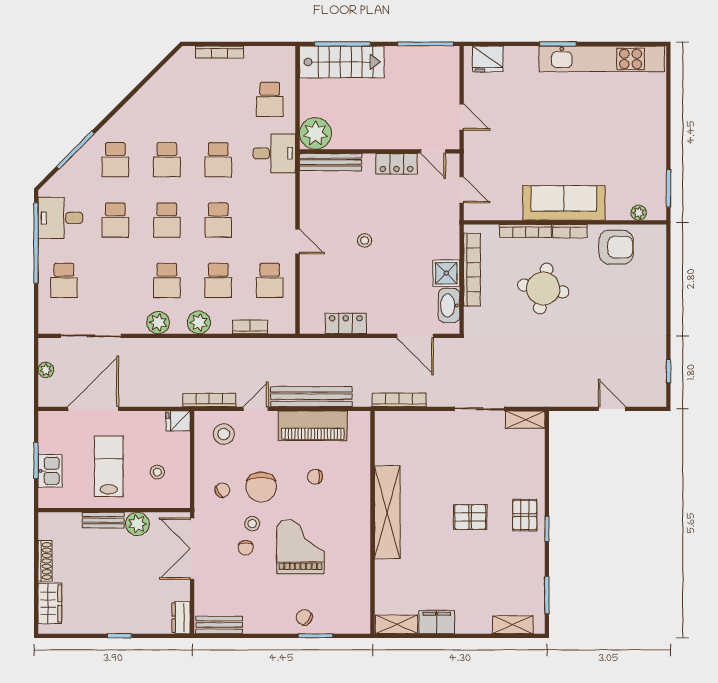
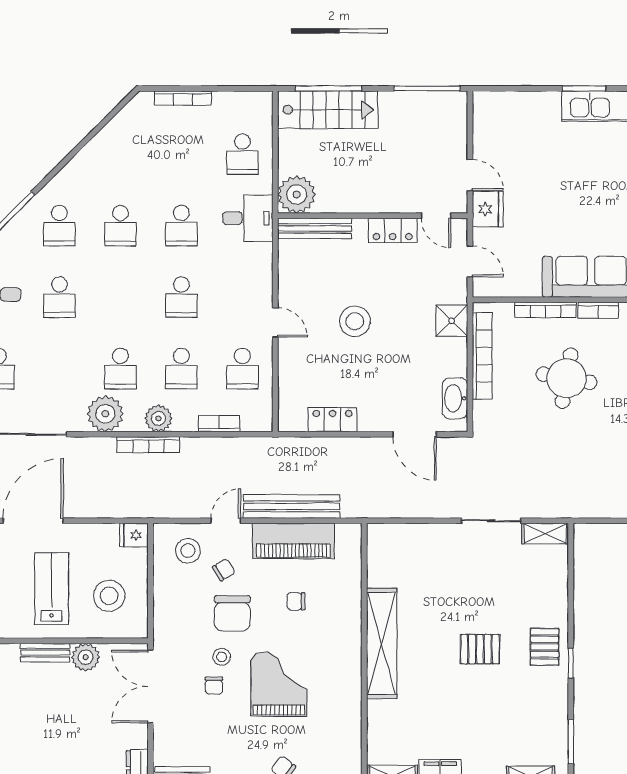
fridge: (488, 59) -> (488, 209), moved, turned -90
school desk: (167, 220) -> (120, 297), removed
stool: (365, 240) -> (355, 321), width x1.89, depth x1.89
shower: (446, 273) -> (452, 321), moved
plant: (158, 323) -> (105, 414), width x1.36, depth x1.36
bookcase: (209, 400) -> (148, 445), moved, turned 180
bookcase: (399, 400) -> (396, 510), removed
stool: (157, 472) -> (109, 596), width x1.89, depth x1.89
chair: (222, 490) -> (224, 570), moved

